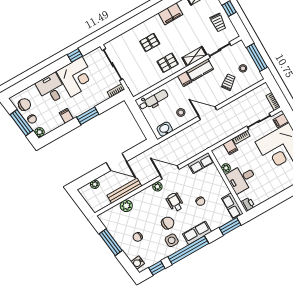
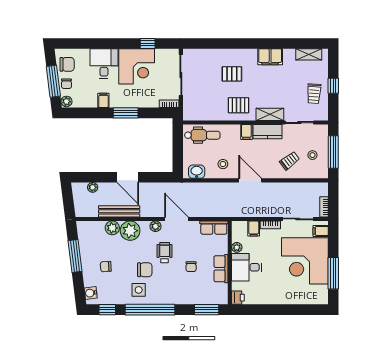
plant: (141, 200) -> (130, 231), added
row of seats: (232, 206) -> (221, 269), moved
row of seats: (197, 233) -> (169, 297), removed

